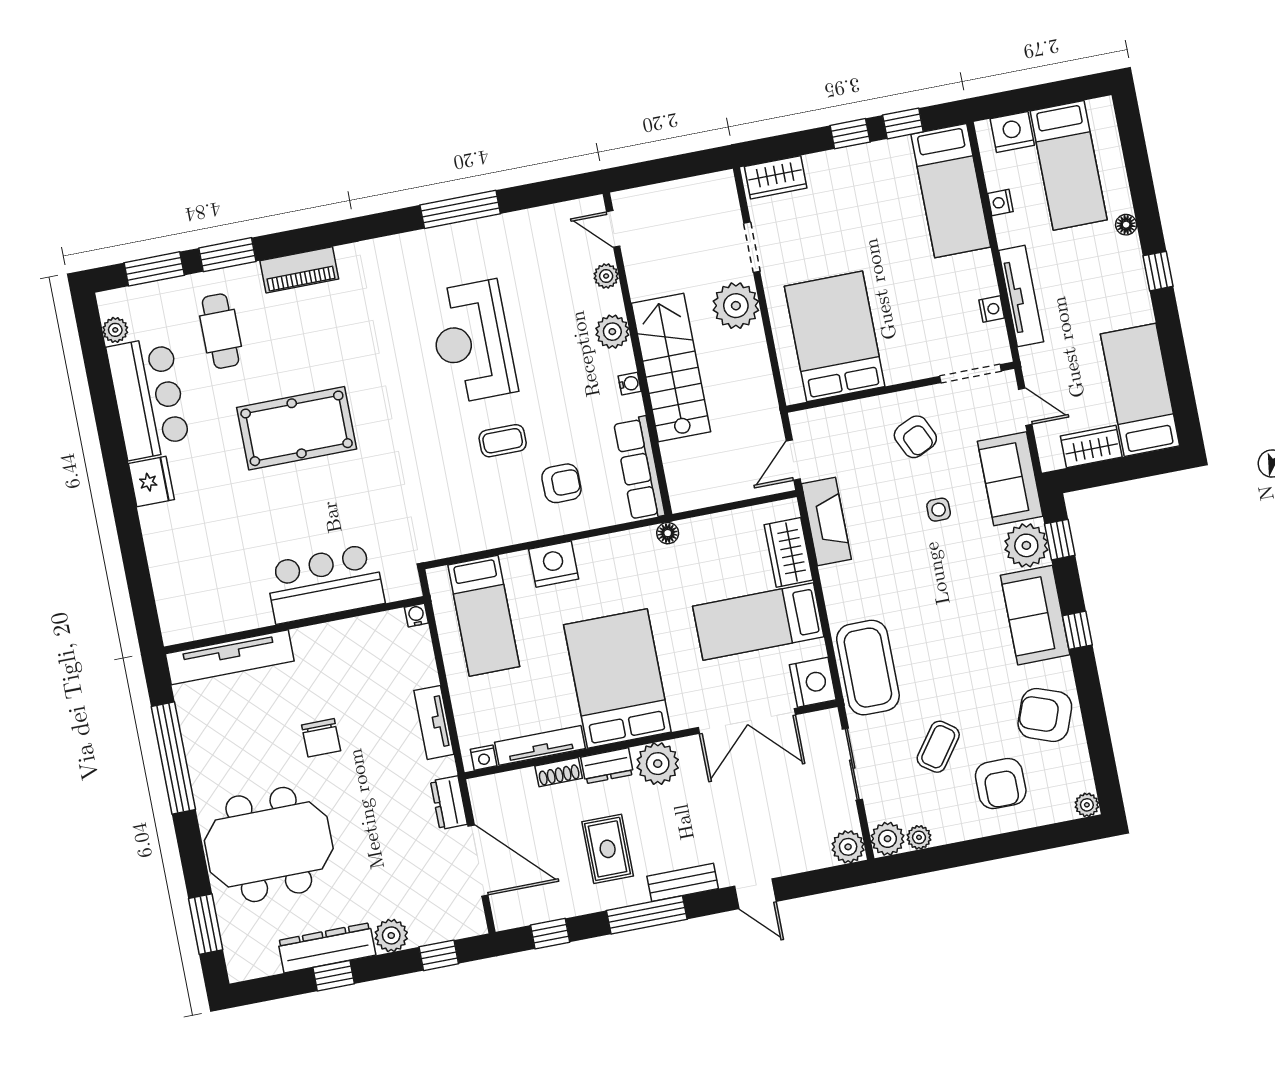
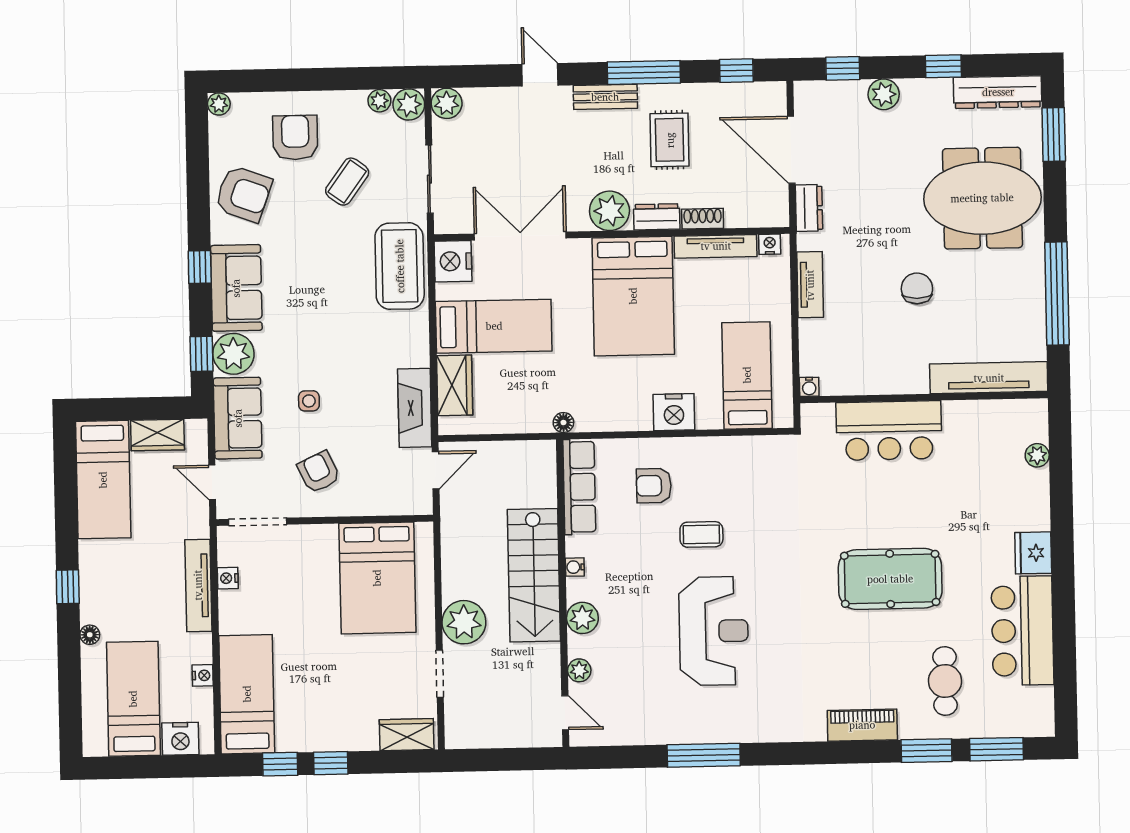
plant: (115, 330) -> (1037, 455), moved
dresser: (327, 948) -> (998, 92), moved

